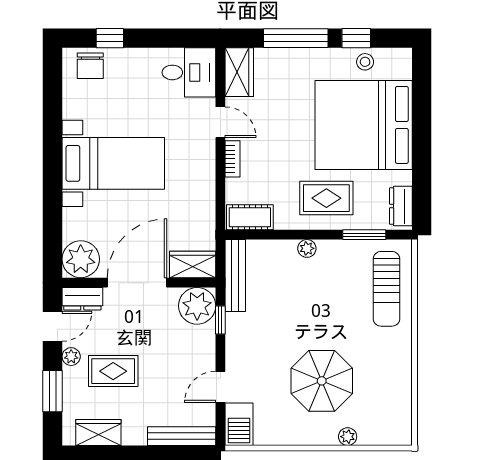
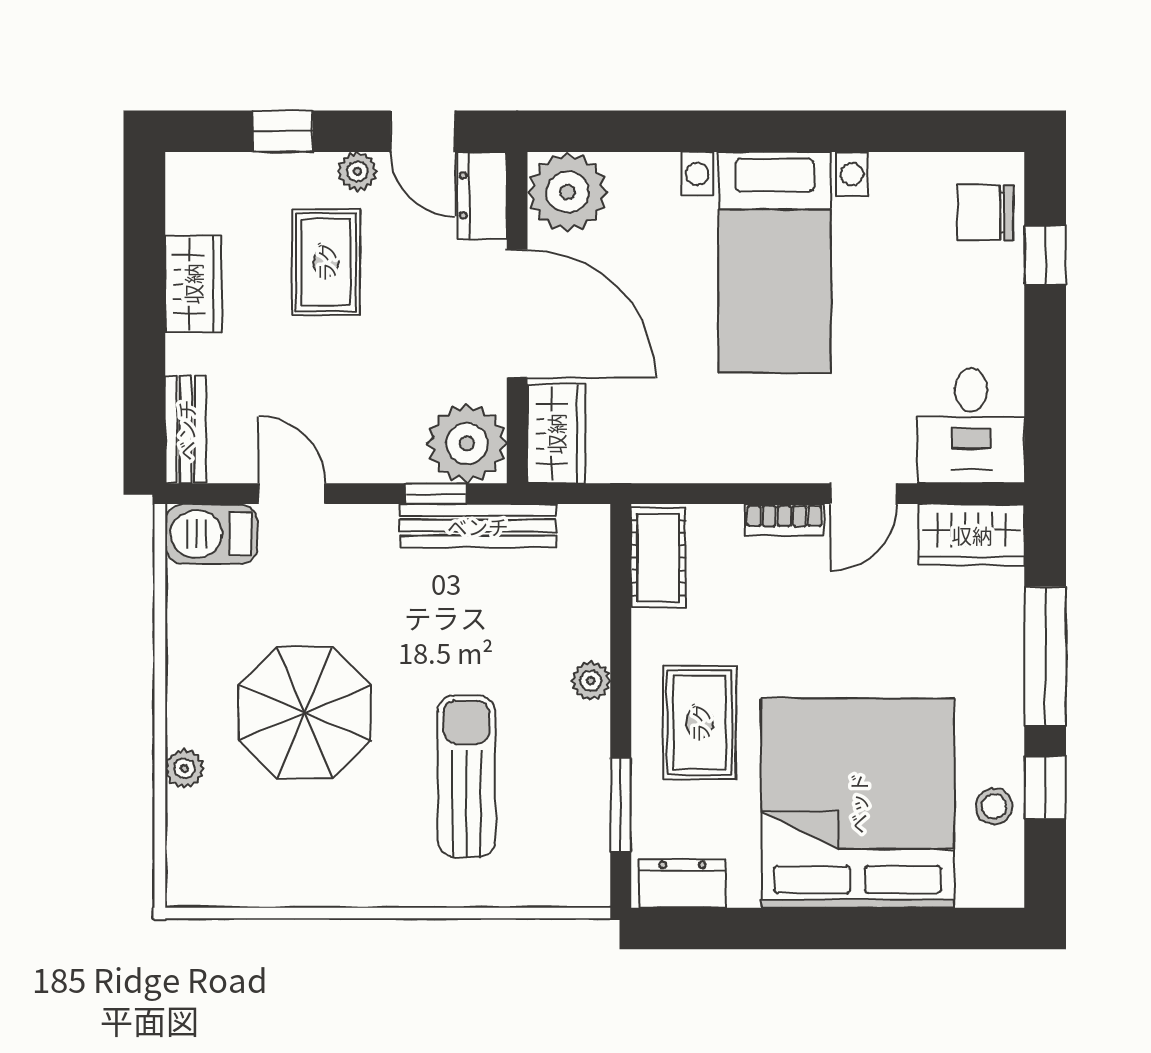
bench: (235, 275) -> (478, 526), moved
sun lounger: (386, 289) -> (466, 776), moved, turned 90
window: (53, 391) -> (283, 131), width x0.67
wardrobe: (98, 432) -> (193, 284), moved
bench: (182, 436) -> (186, 430), width x0.73

